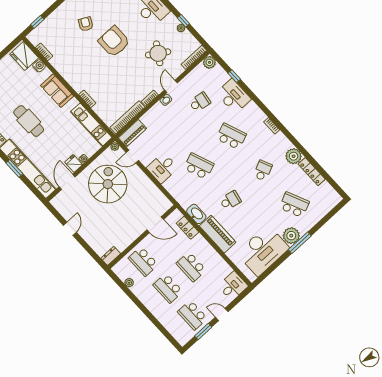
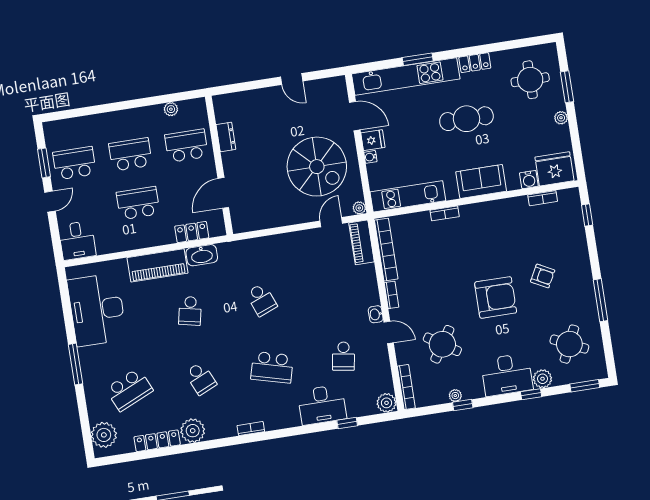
school desk: (231, 136) -> (272, 367), turned 36
school desk: (199, 166) -> (261, 300), width x0.54
desk: (162, 168) -> (291, 251), removed
plant: (291, 236) -> (104, 435), moved
dresser: (111, 256) -> (226, 137), moved

